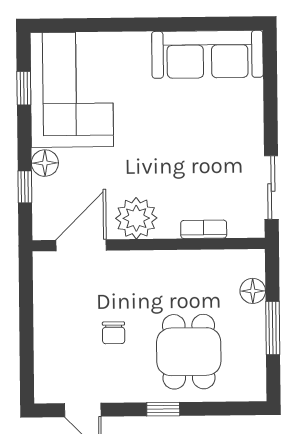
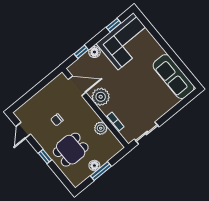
plant: (194, 265) -> (101, 128), added
floor lamp: (253, 291) -> (94, 166), moved

